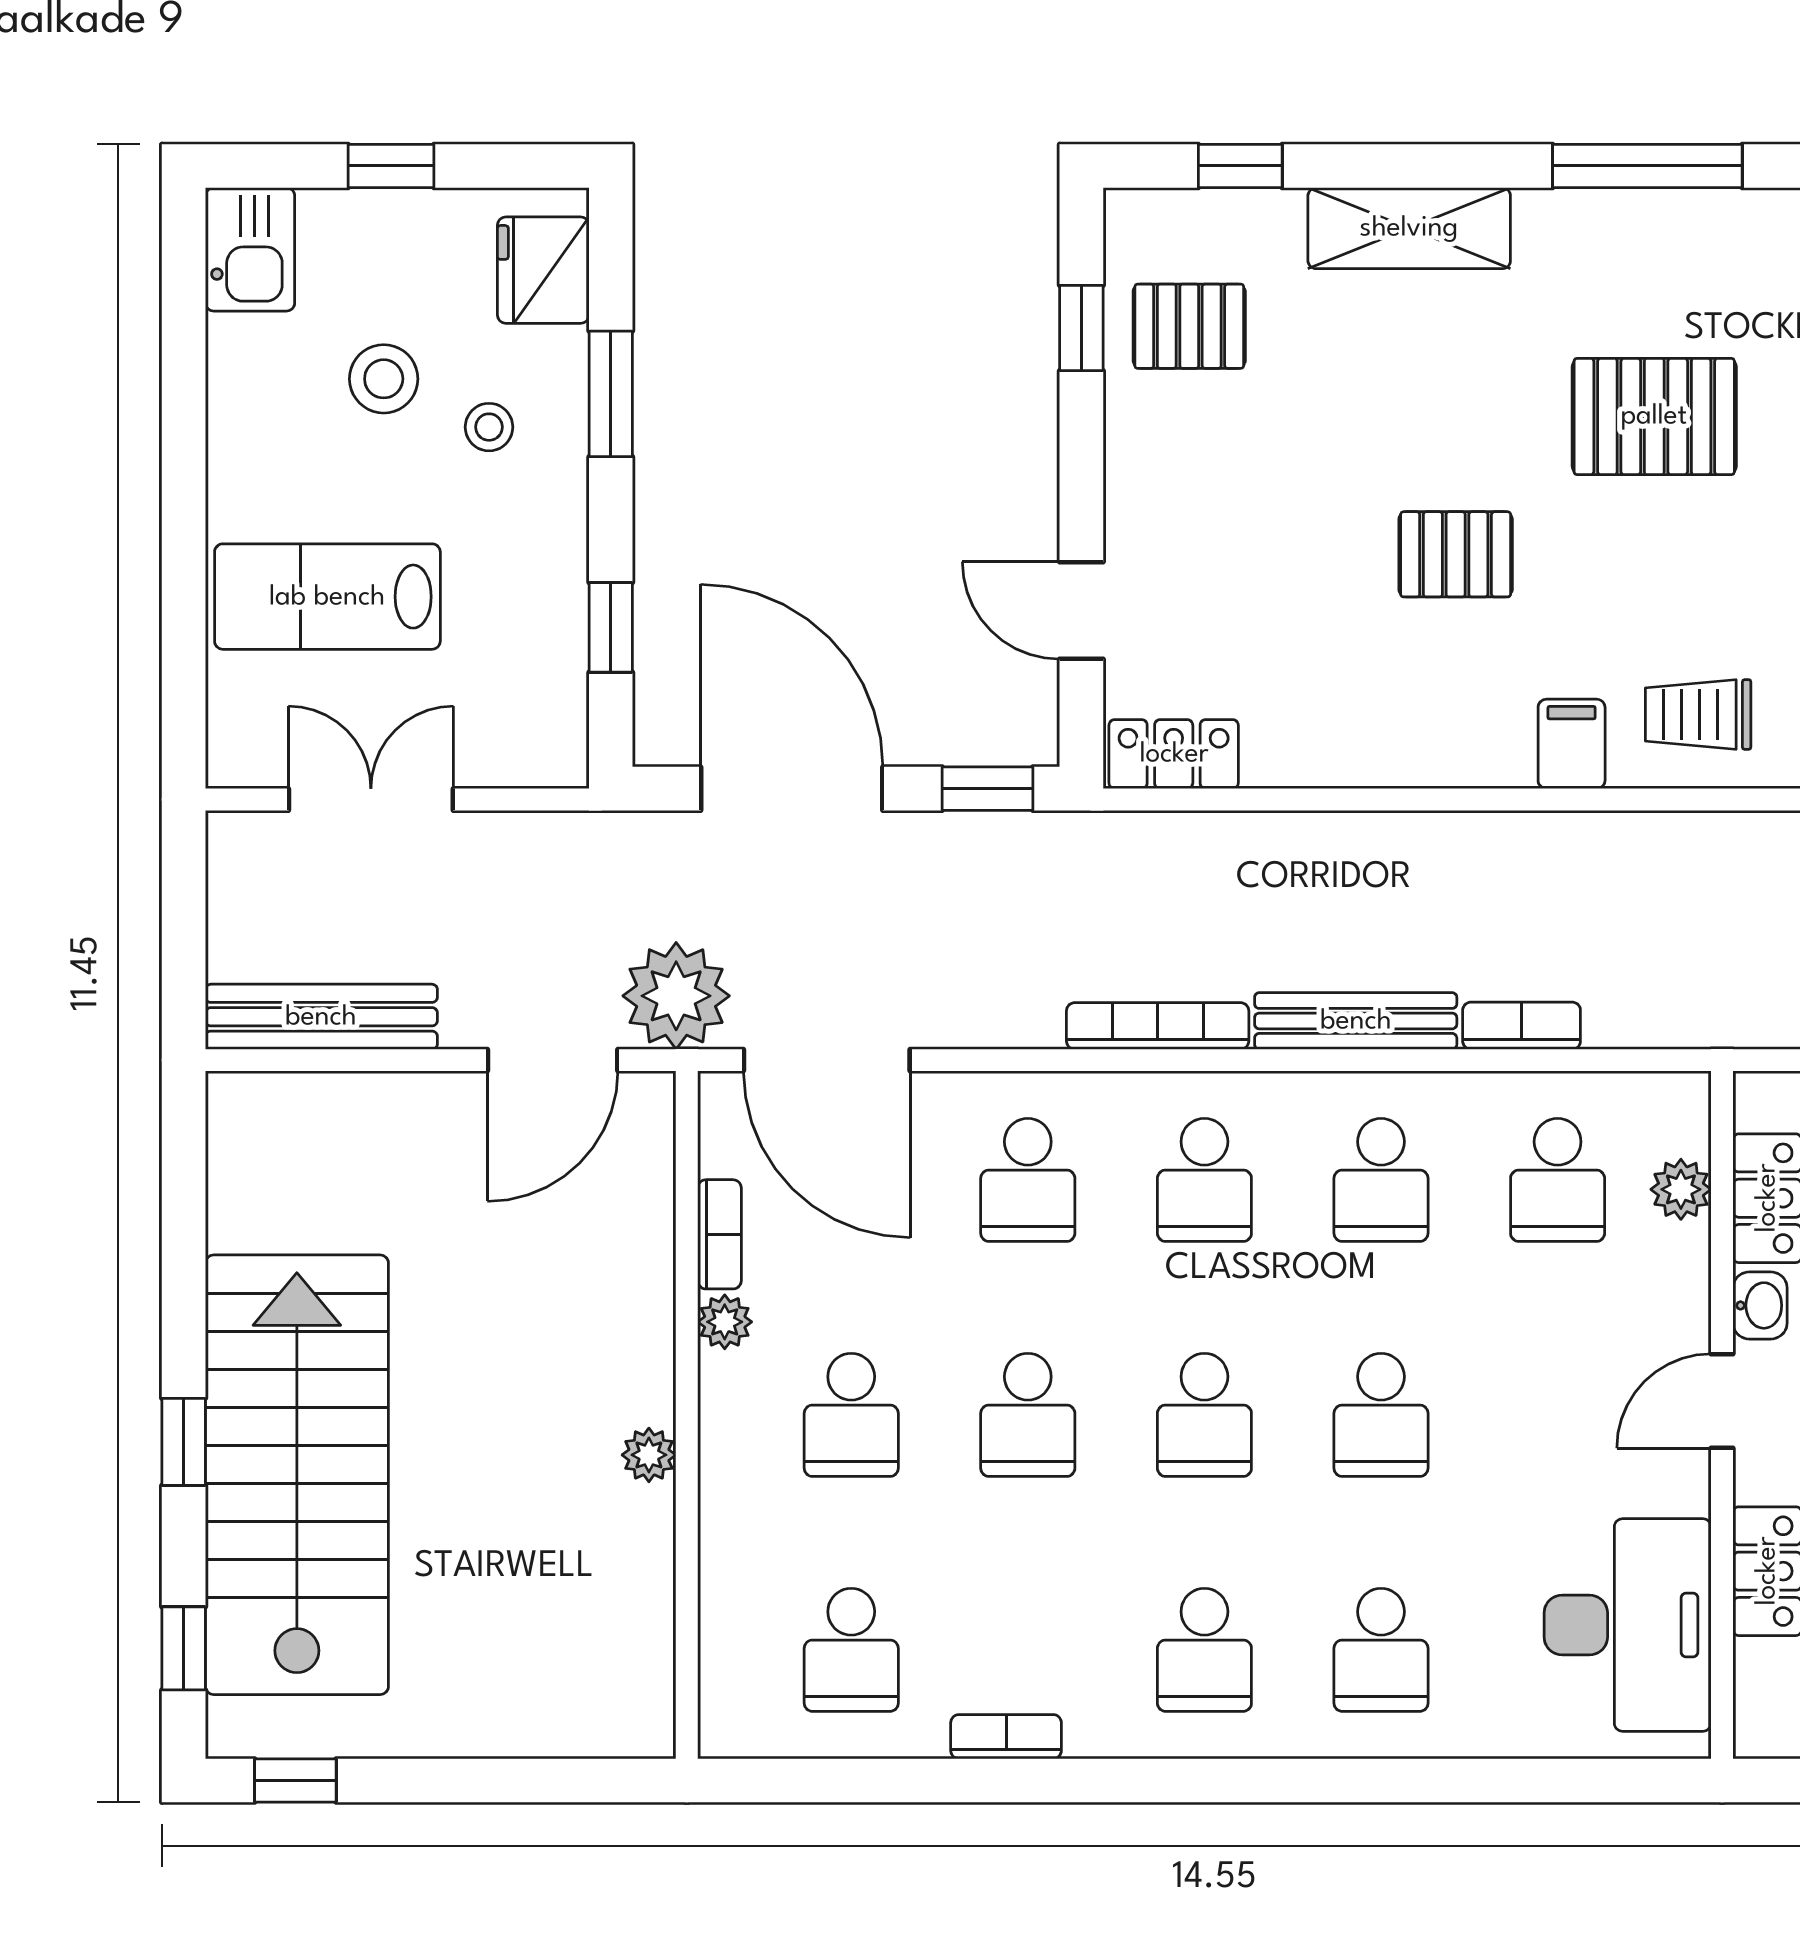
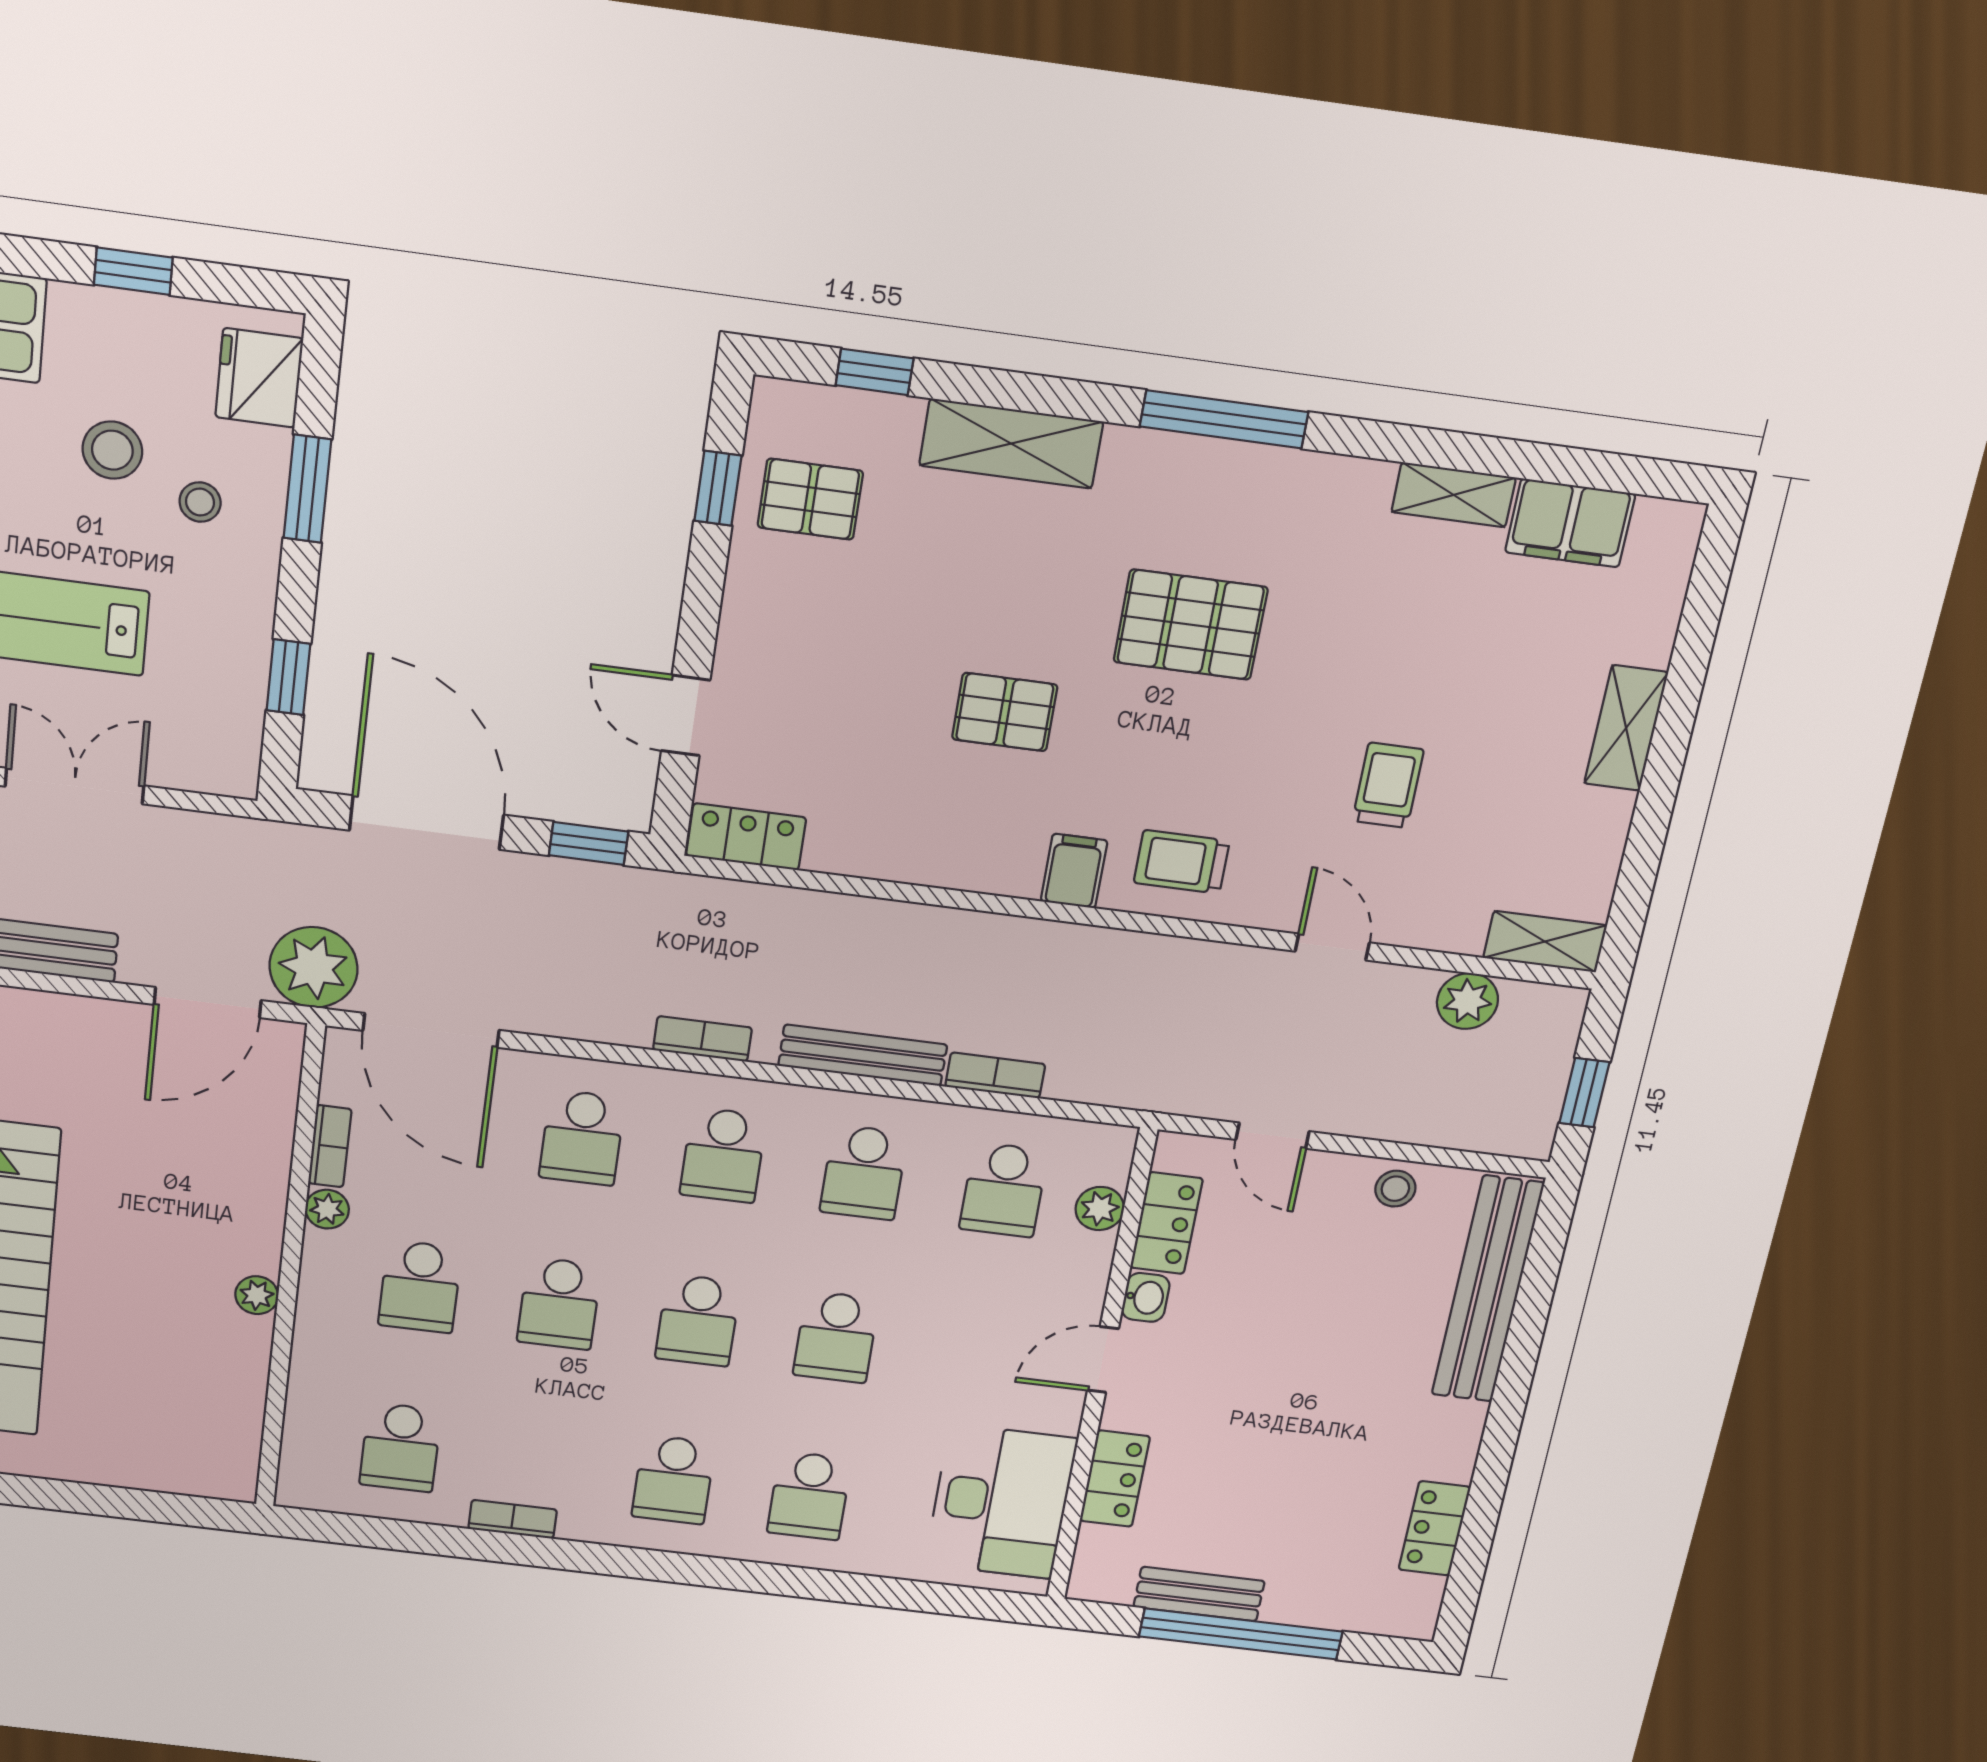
bookcase: (1158, 1026) -> (702, 1039), width x0.64

